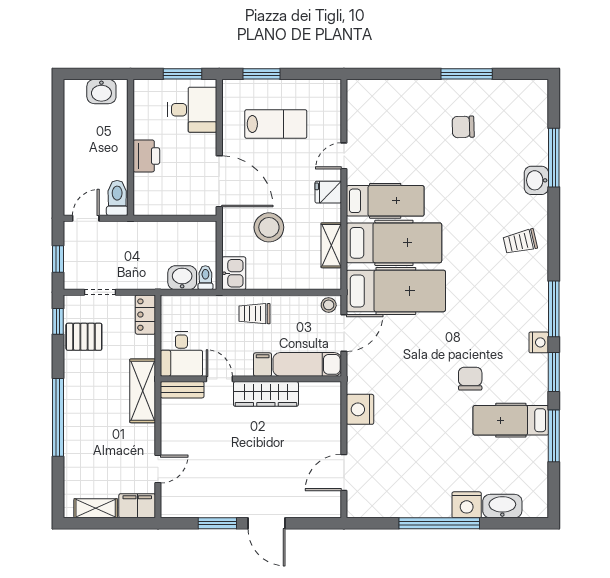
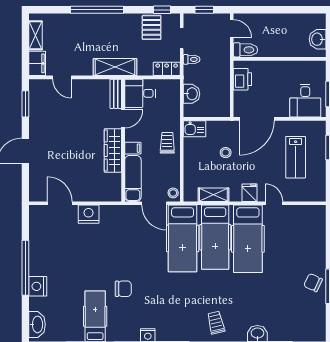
chair: (463, 127) -> (313, 283), moved, turned -63
printer: (146, 156) -> (242, 79), moved, turned -90
hospital bed: (385, 201) -> (248, 239), width x1.37, depth x1.29
stool: (269, 227) -> (226, 153), width x0.53, depth x0.53
toilet: (205, 278) -> (192, 59), moved
nightstand: (360, 409) -> (89, 214), moved
washbasin: (502, 506) -> (37, 324), moved
window: (217, 523) -> (25, 104), moved

